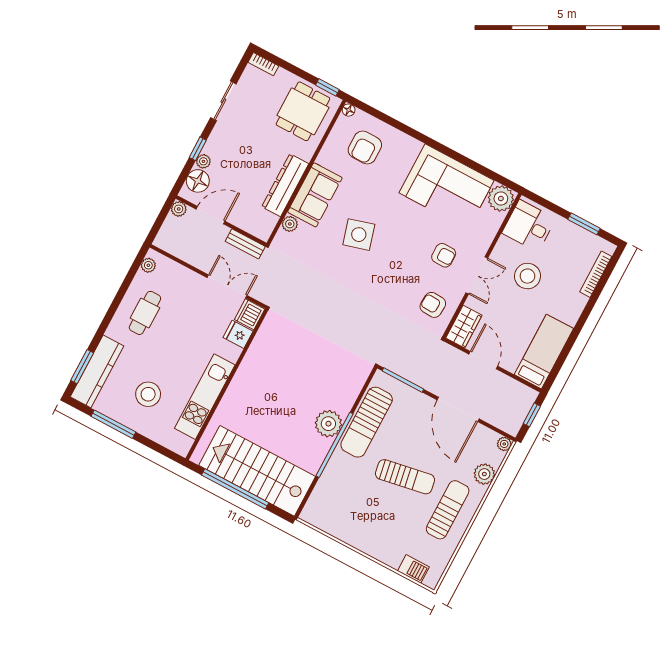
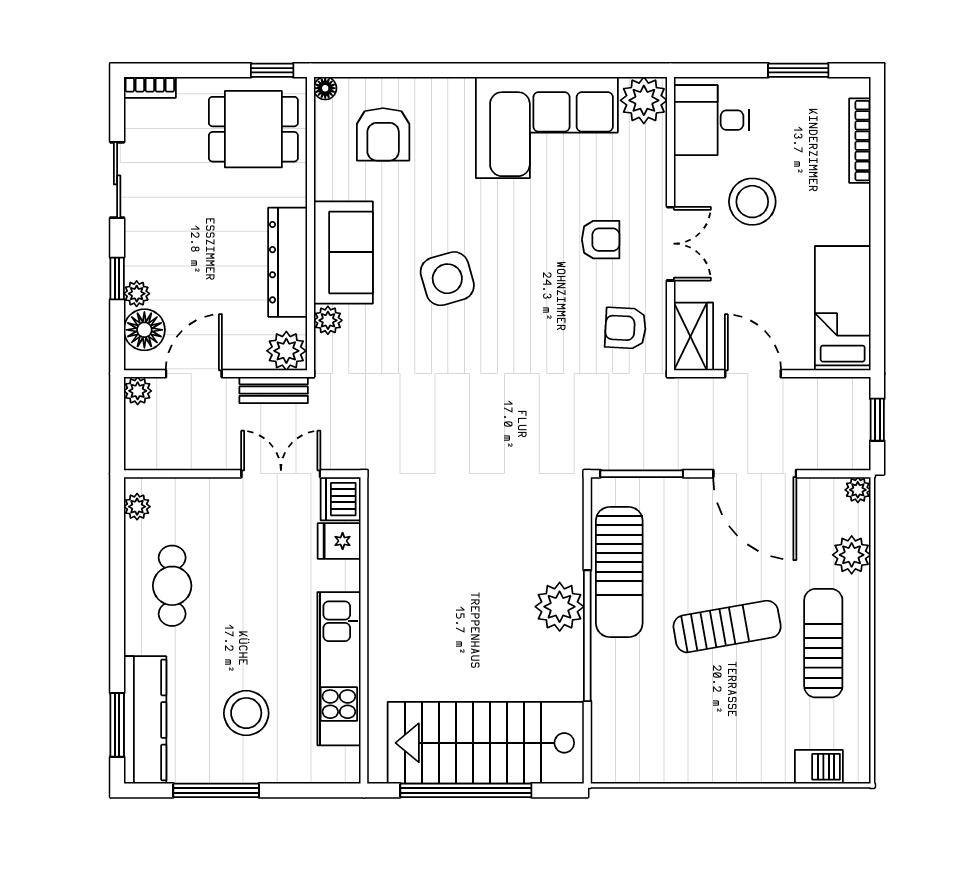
dining table: (303, 111) -> (253, 129), turned 90
plant: (262, 228) -> (286, 351), added

